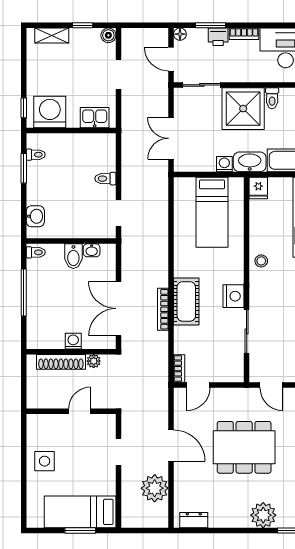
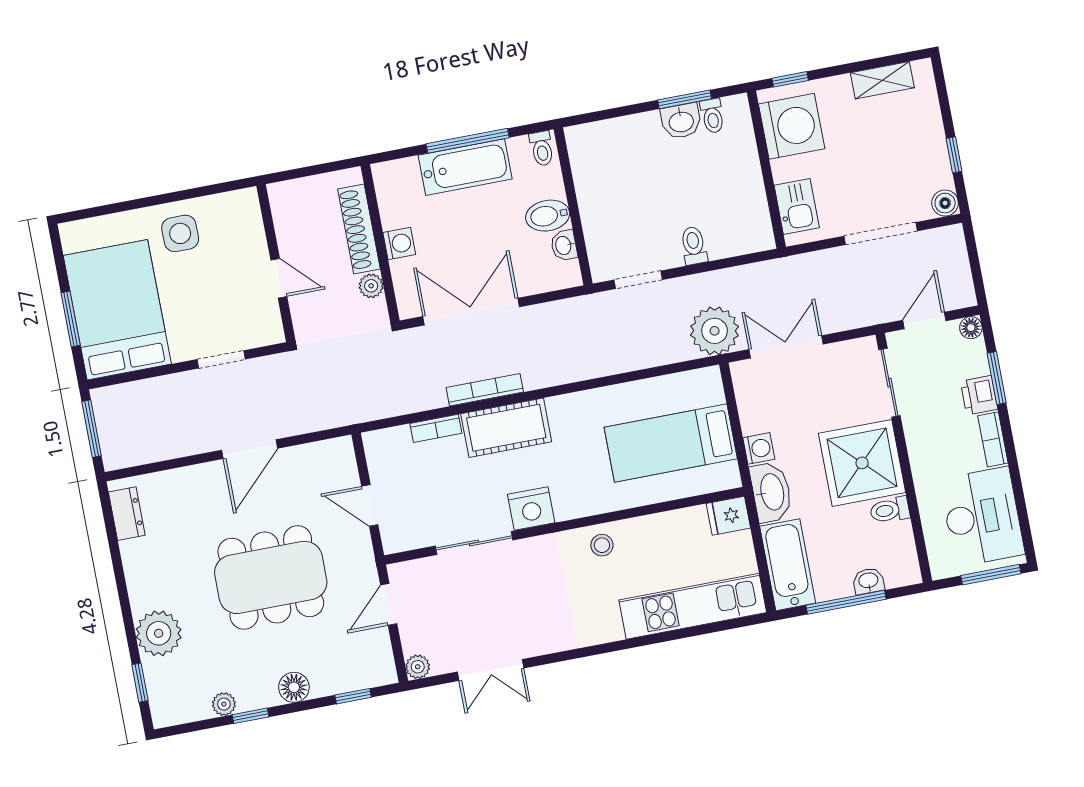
shelving: (52, 35) -> (882, 80), moved, turned 90
doorway: (118, 74) -> (881, 233), width x1.38
washbasin: (35, 216) -> (681, 121), moved
bathtub: (38, 297) -> (465, 167), added
bookcase: (179, 369) -> (436, 428), moved
door: (198, 385) -> (370, 505), moved
dining table: (244, 447) -> (271, 577), turned 90
plant: (155, 488) -> (715, 331), moved
bed: (80, 512) -> (117, 310), width x1.50
window: (143, 531) -> (92, 429), added

